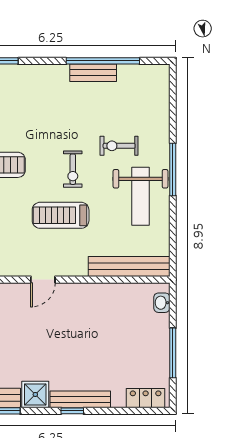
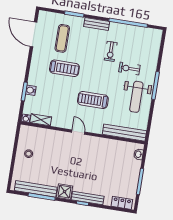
bench: (93, 73) -> (97, 24), moved
exercise bike: (73, 169) -> (111, 51), moved
door: (43, 280) -> (78, 132), swing flipped

